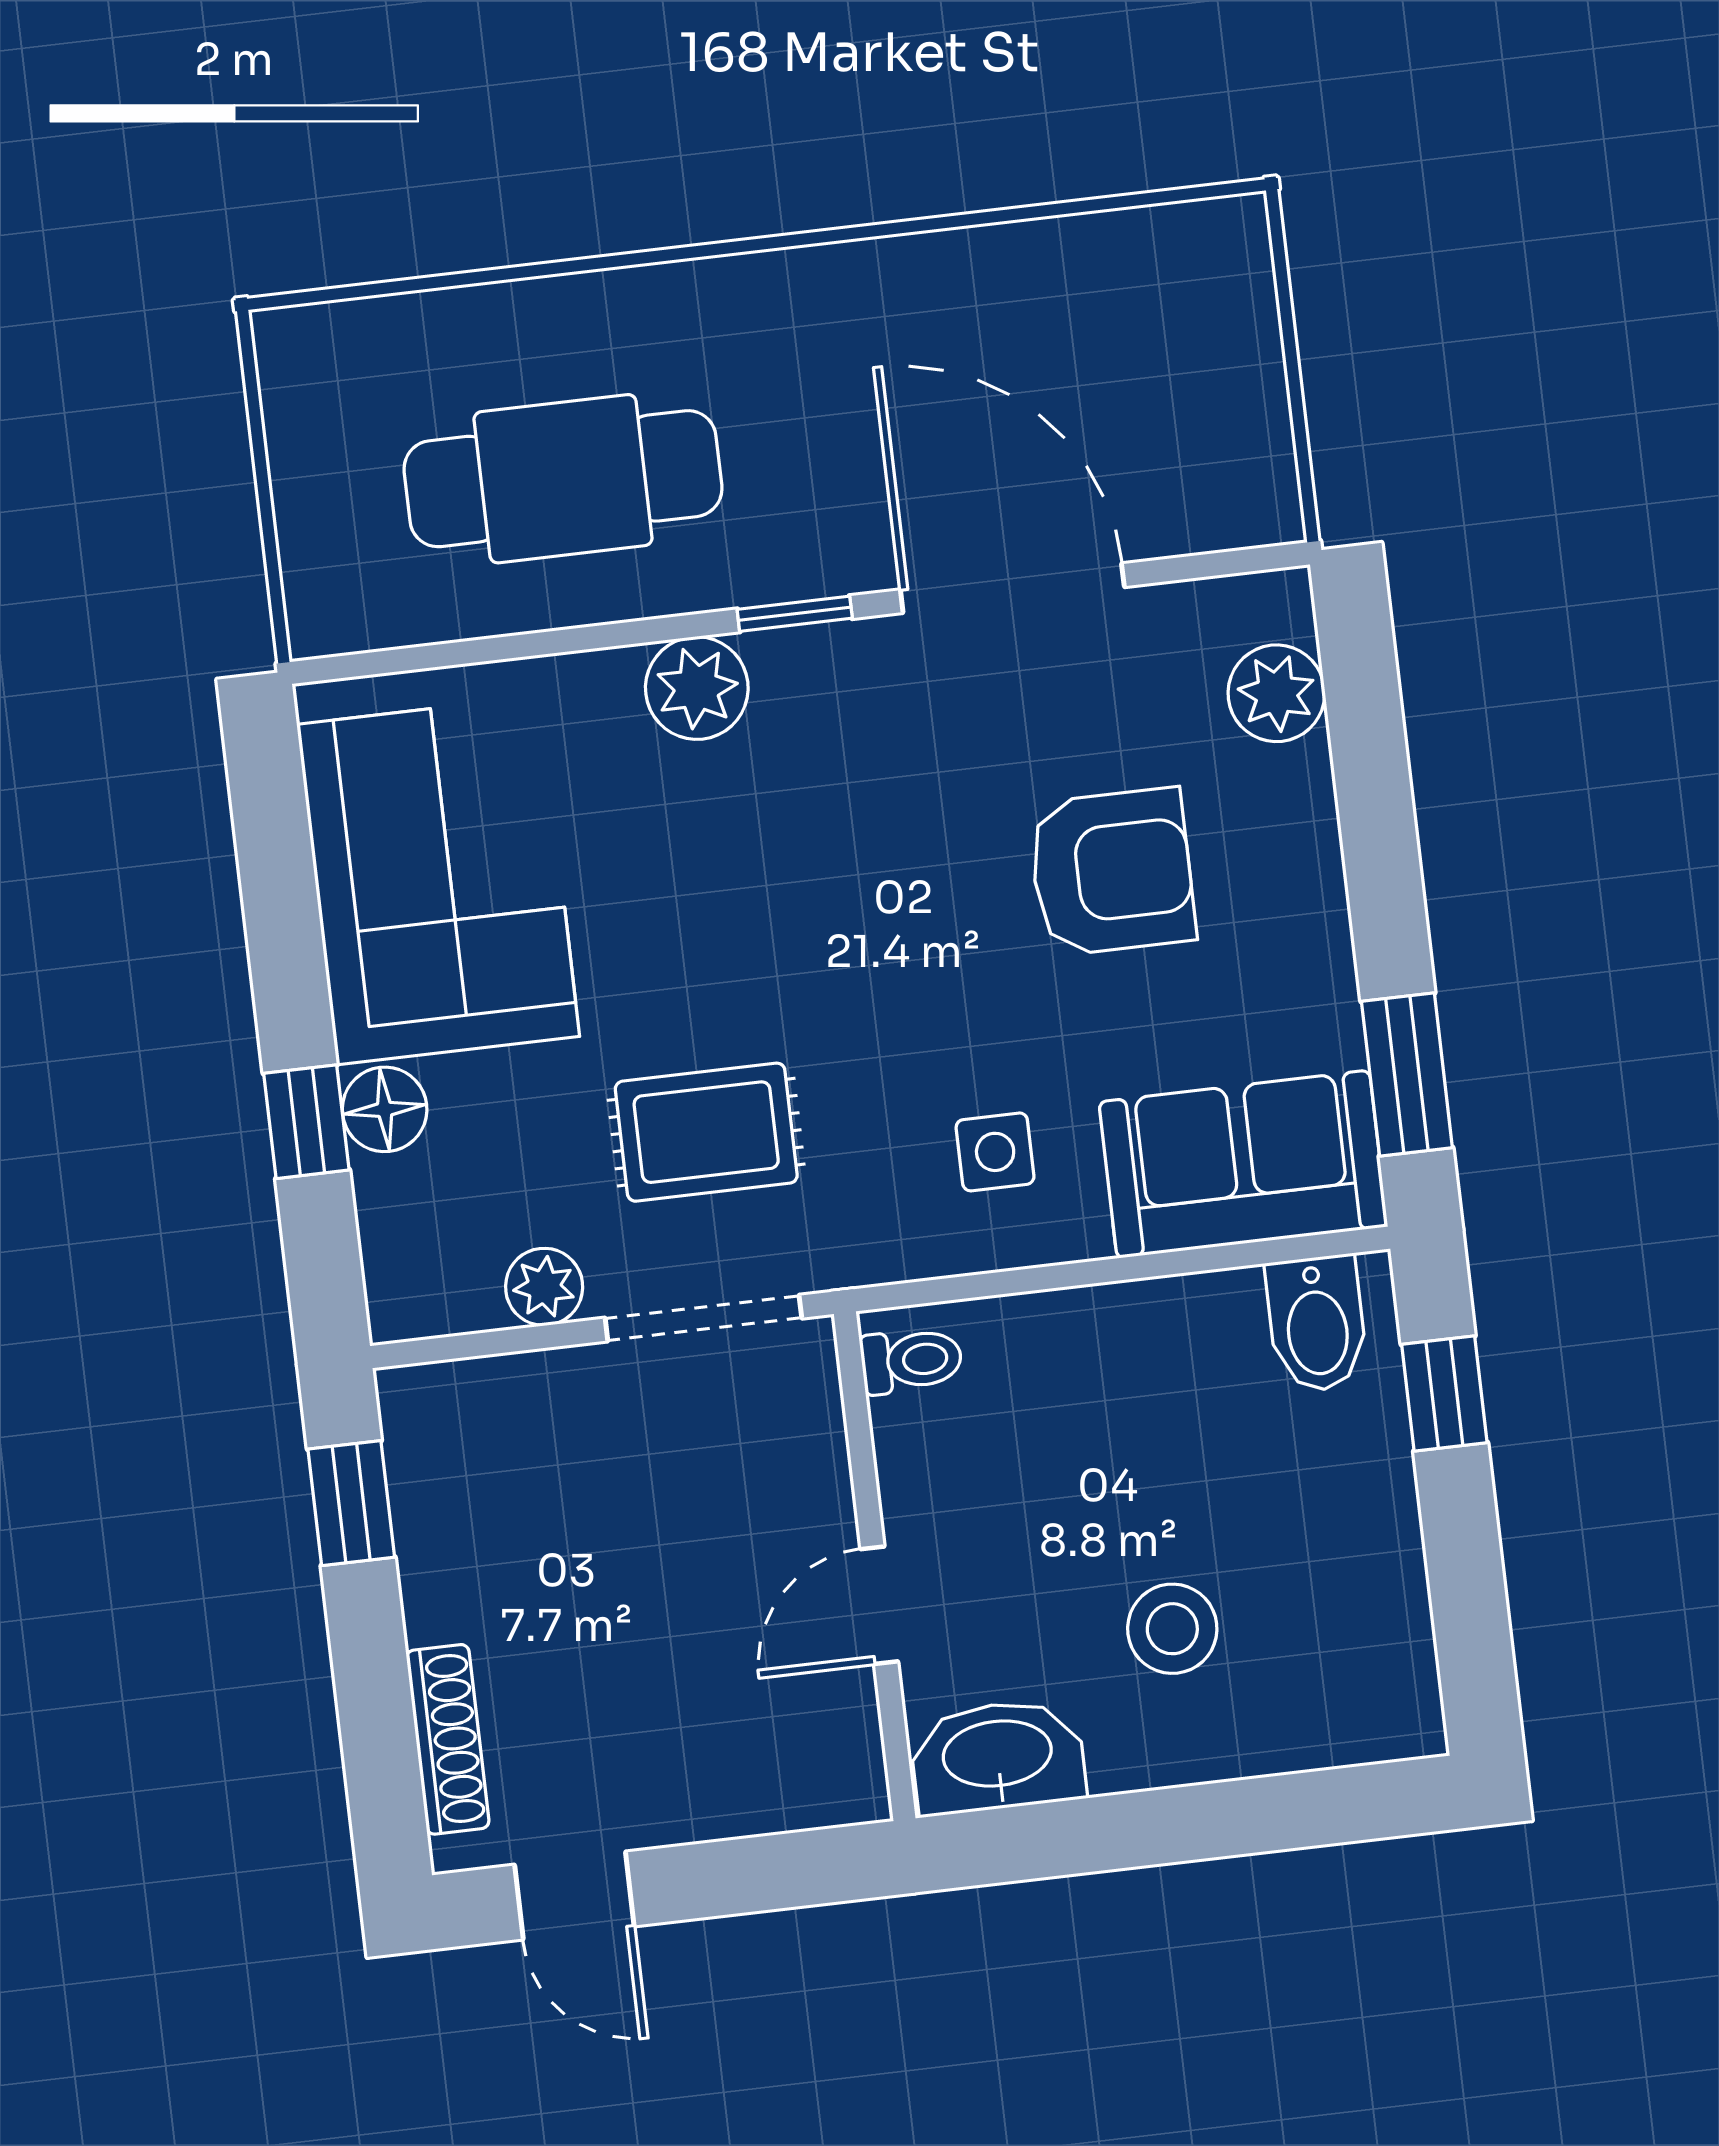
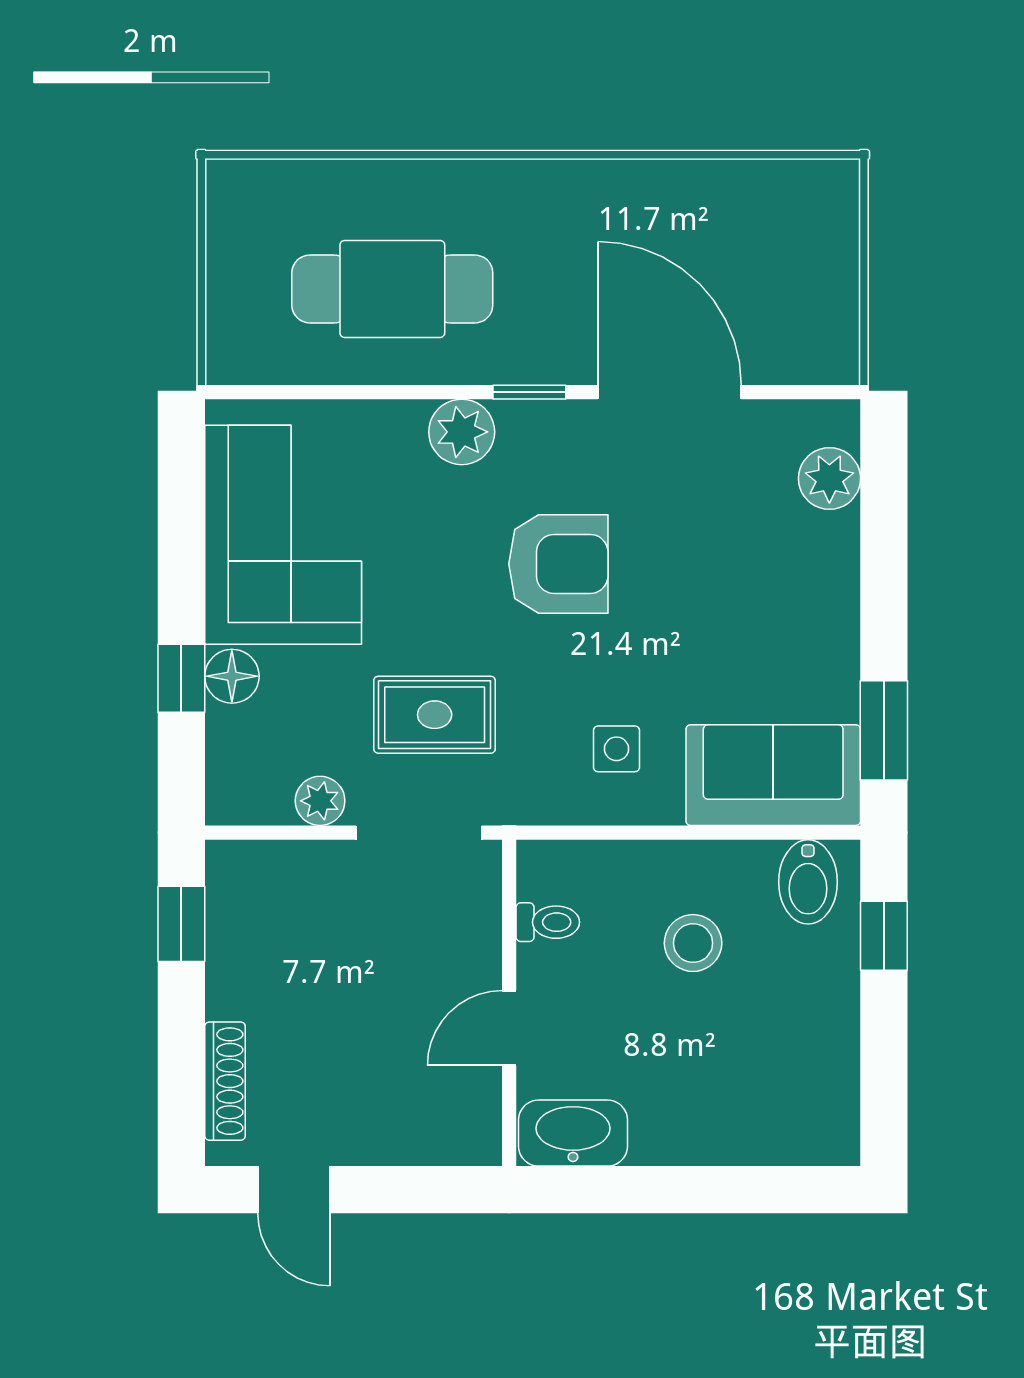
armchair: (1112, 872) -> (558, 564), moved
toilet: (911, 1360) -> (548, 922), moved
stool: (1172, 1629) -> (693, 943), moved

